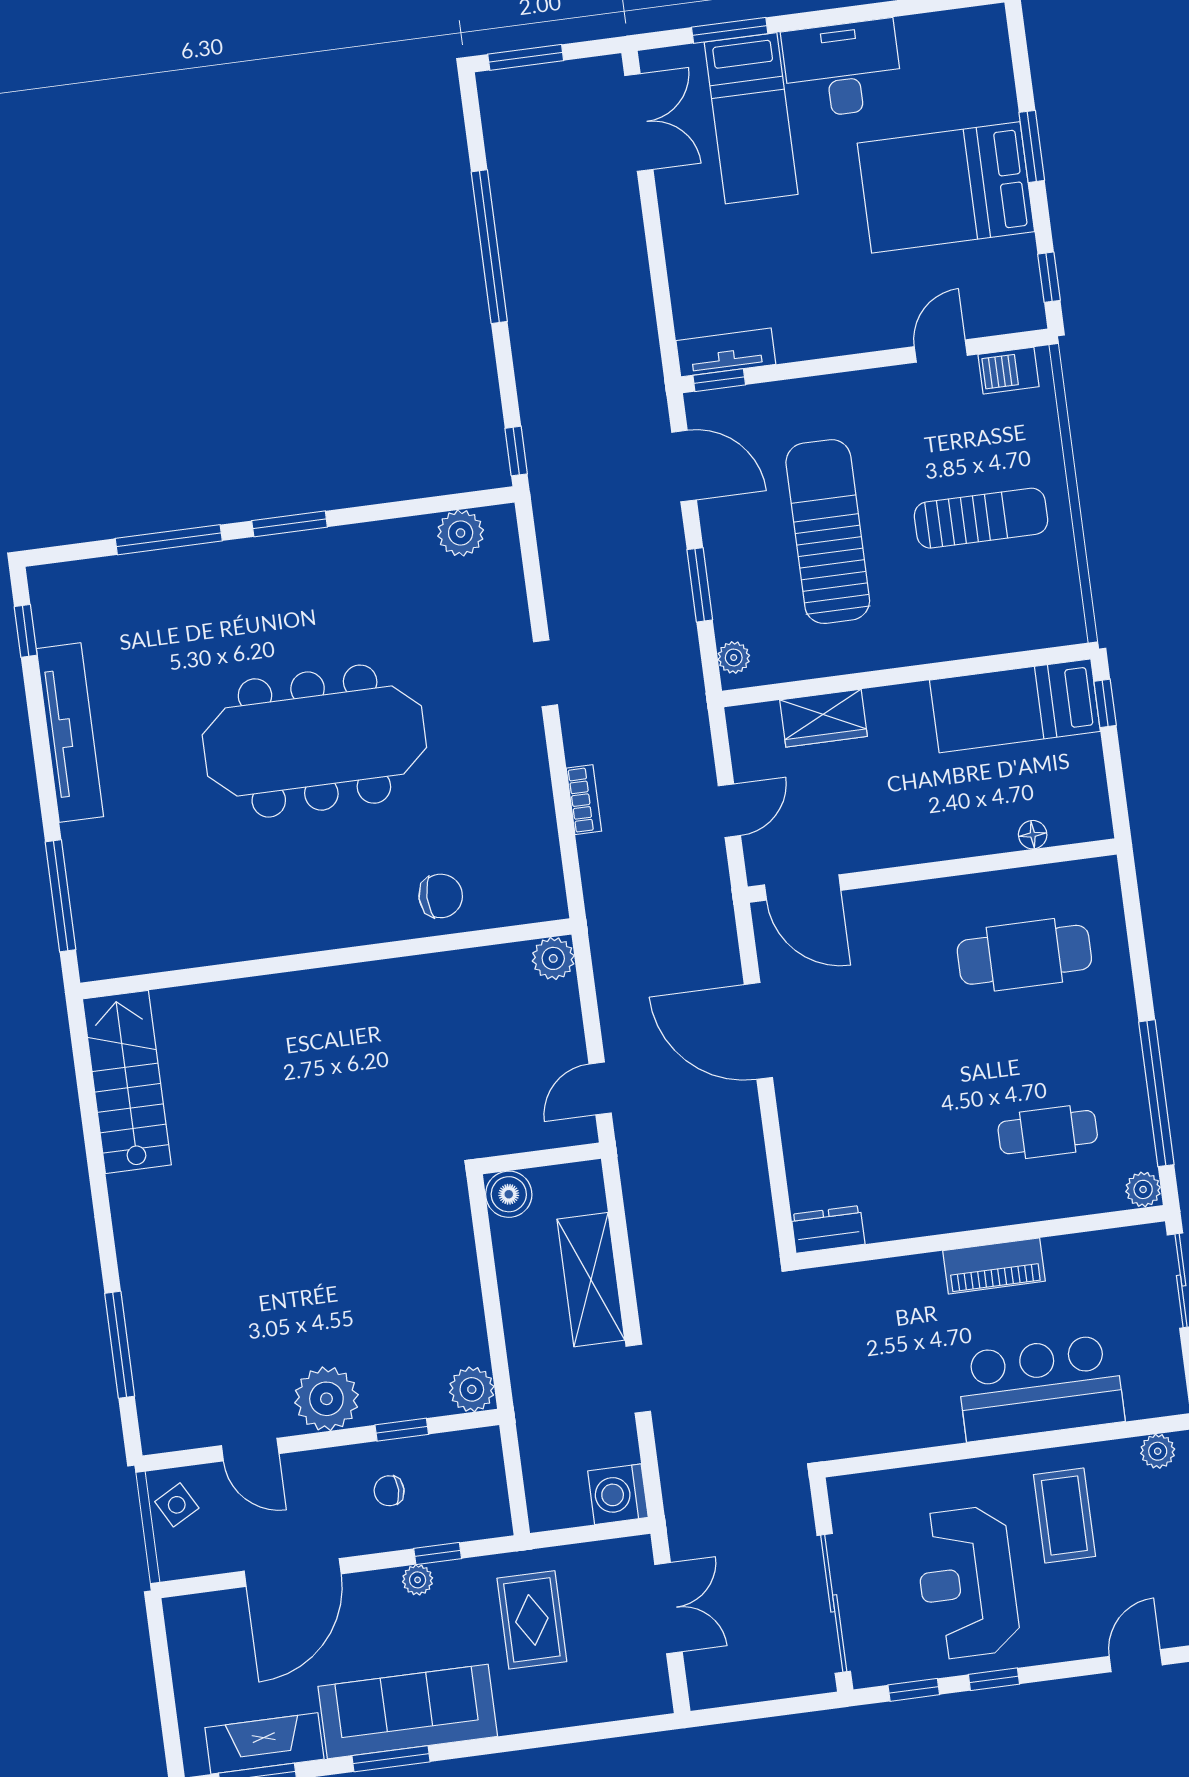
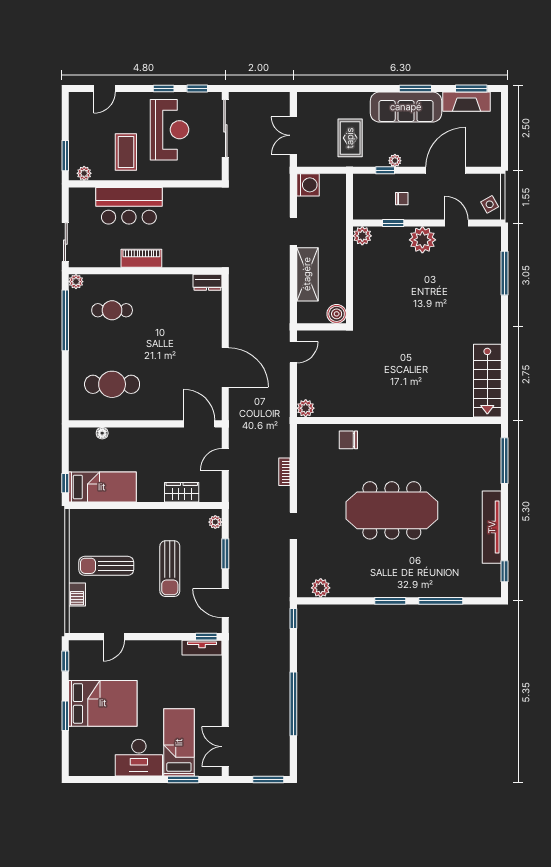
barbecue: (1008, 371) -> (77, 595), moved, turned 90
sun lounger: (828, 532) -> (170, 569), width x0.73, depth x0.75

